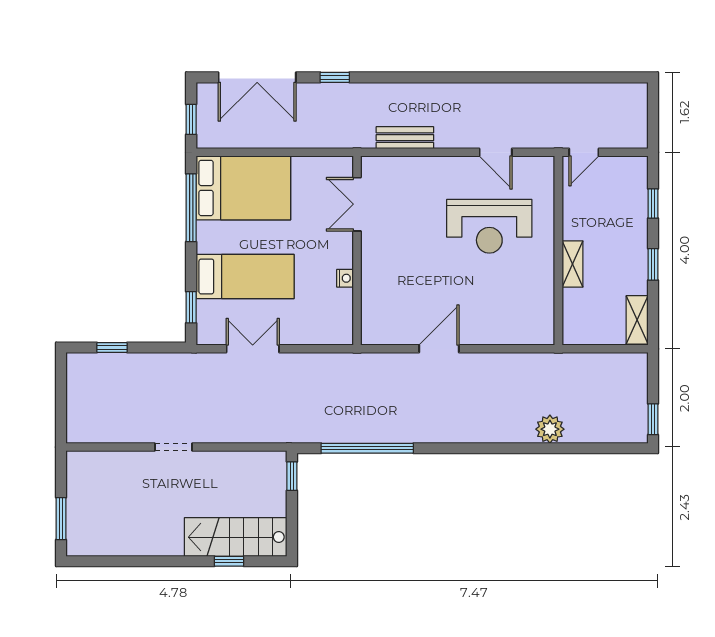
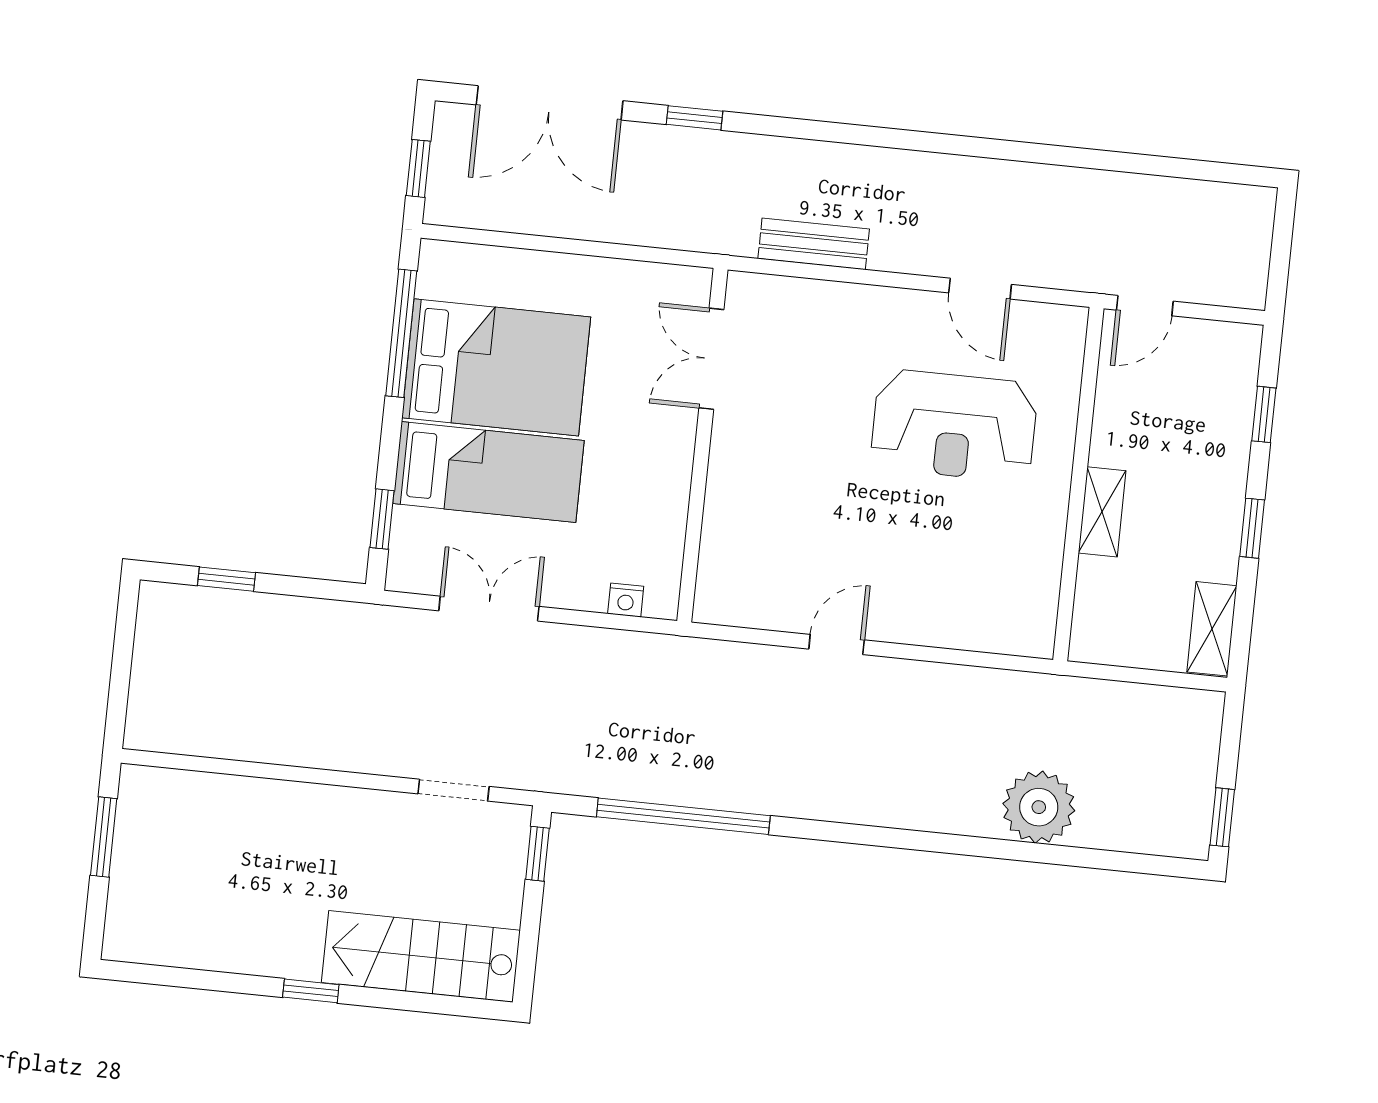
bed: (243, 188) -> (496, 367), moved
nightstand: (345, 278) -> (626, 600), moved, turned 90
door: (439, 349) -> (837, 644), width x0.73
plant: (550, 429) -> (1039, 807), width x1.36, depth x1.36
doorway: (173, 447) -> (453, 790), moved
window: (61, 519) -> (104, 837), moved
window: (229, 561) -> (311, 991), moved

